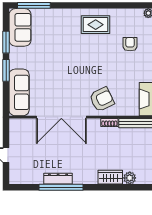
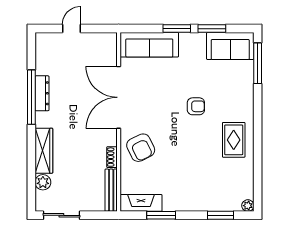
armchair: (130, 44) -> (196, 106), moved
wardrobe: (110, 177) -> (44, 151), width x1.50

